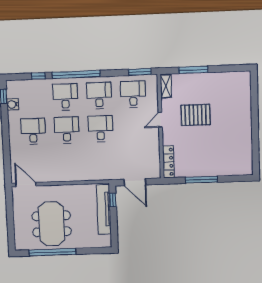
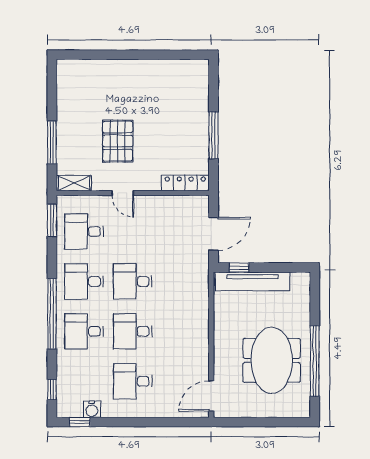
window: (38, 76) -> (52, 390), moved
meeting table: (52, 224) -> (272, 360), turned 90

